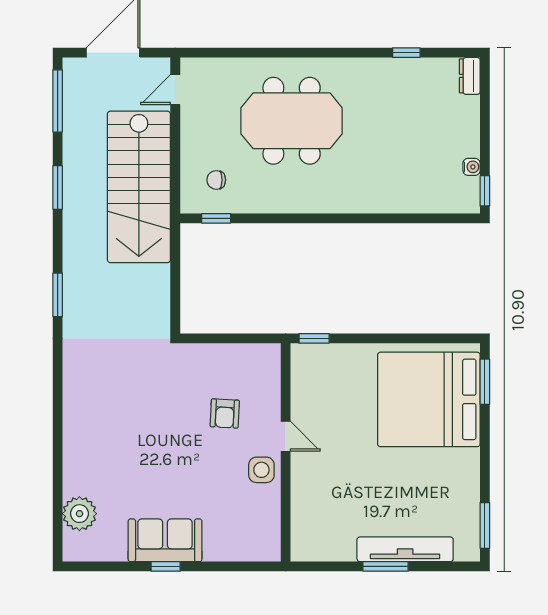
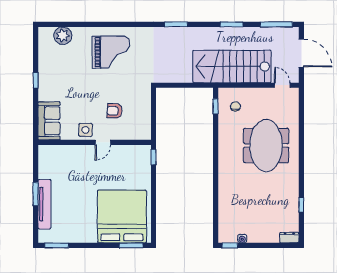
grand piano: (111, 420) -> (111, 52), added
sofa: (165, 540) -> (49, 121), moved

